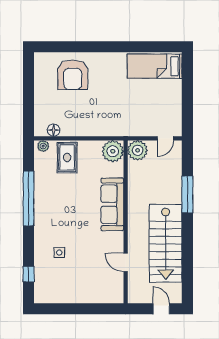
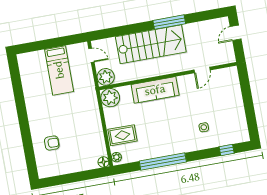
bed: (155, 66) -> (59, 70), moved
armchair: (73, 75) -> (52, 143), width x0.53, depth x0.53
floor lamp: (54, 130) -> (103, 162), moved
window: (187, 194) -> (169, 22), moved
stairs: (166, 243) -> (151, 44), moved

